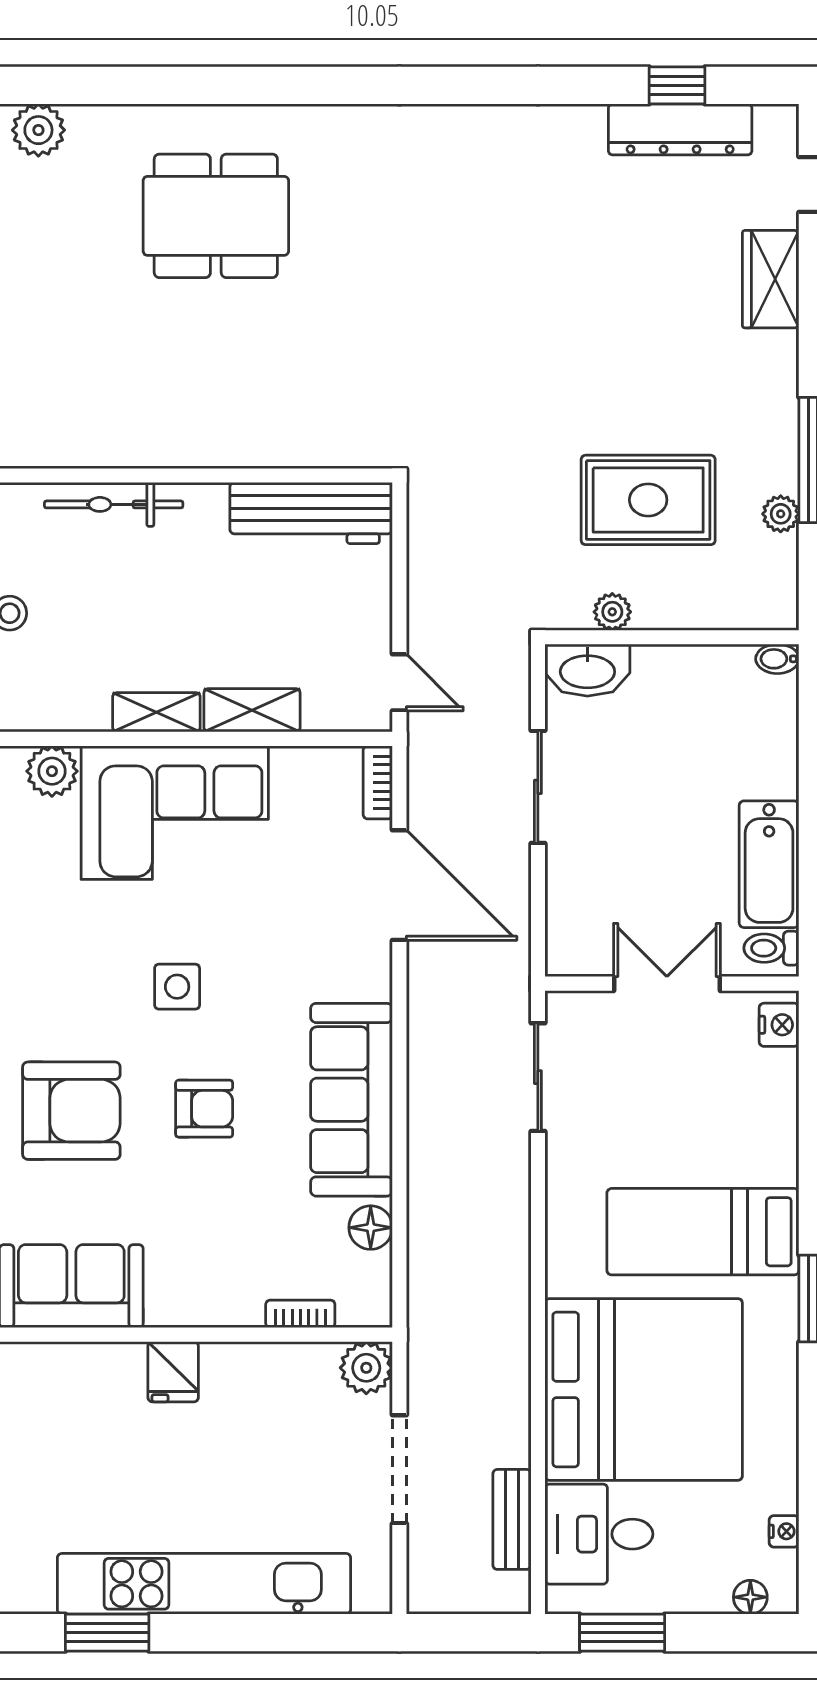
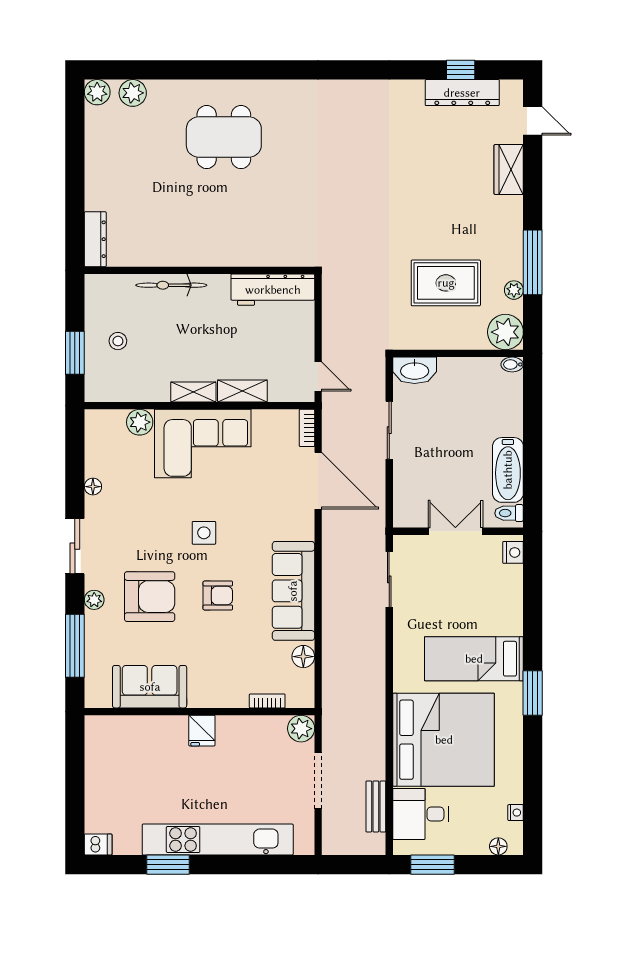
plant: (612, 612) -> (505, 332), moved, width x1.87, depth x1.87

